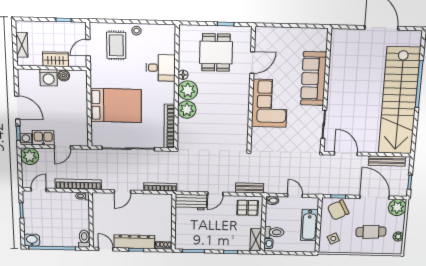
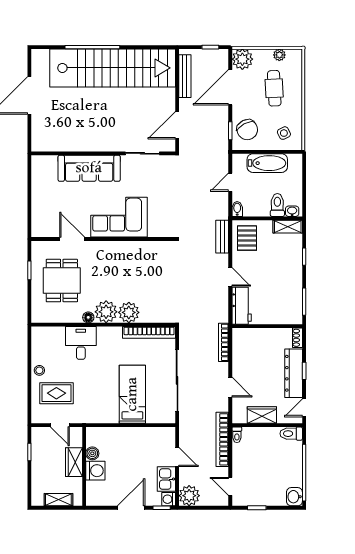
dining table: (216, 52) -> (62, 281), turned 90
bed: (116, 105) -> (132, 394), width x0.67
wardrobe: (99, 216) -> (262, 415), added

